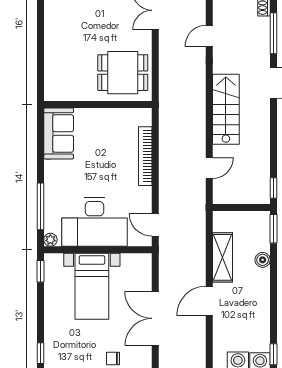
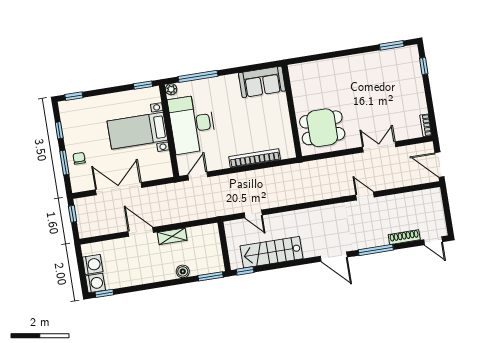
dining table: (123, 73) -> (322, 128), turned 90
stairs: (226, 109) -> (272, 252), moved, turned 180
shelving: (223, 257) -> (172, 236), width x0.67, depth x0.75

